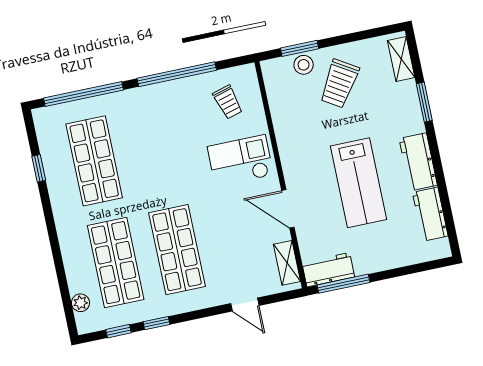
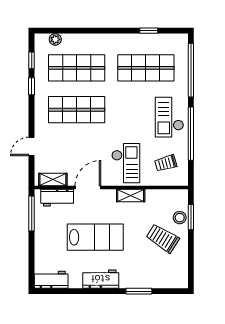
shelving: (401, 59) -> (131, 196), moved
checkout: (159, 111) -> (169, 117), added
lab bench: (358, 183) -> (95, 237), turned 180
workbench: (430, 214) -> (51, 280), moved
workbench: (328, 270) -> (57, 198), moved, turned 90

